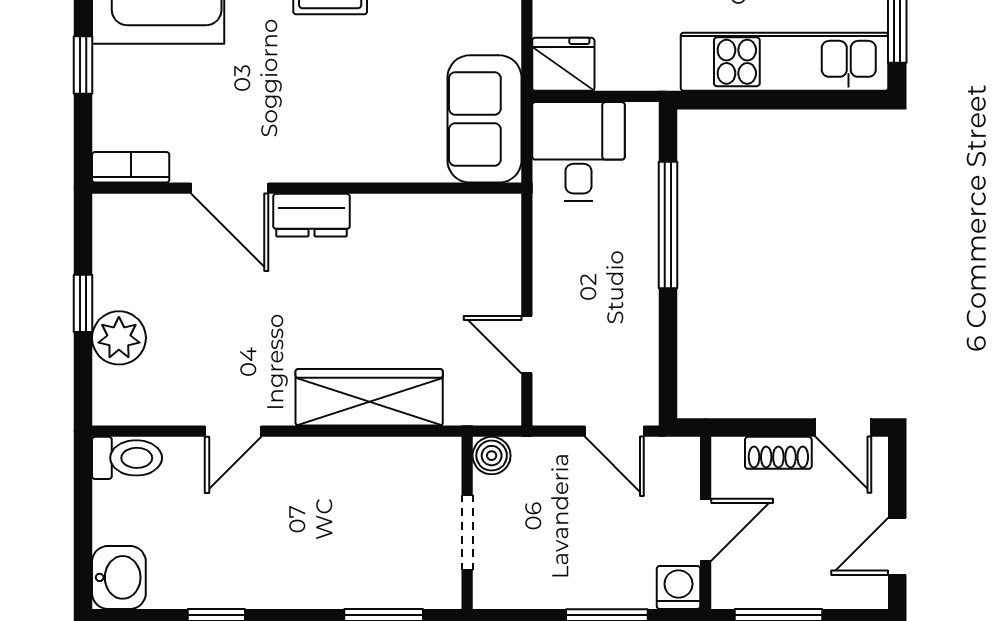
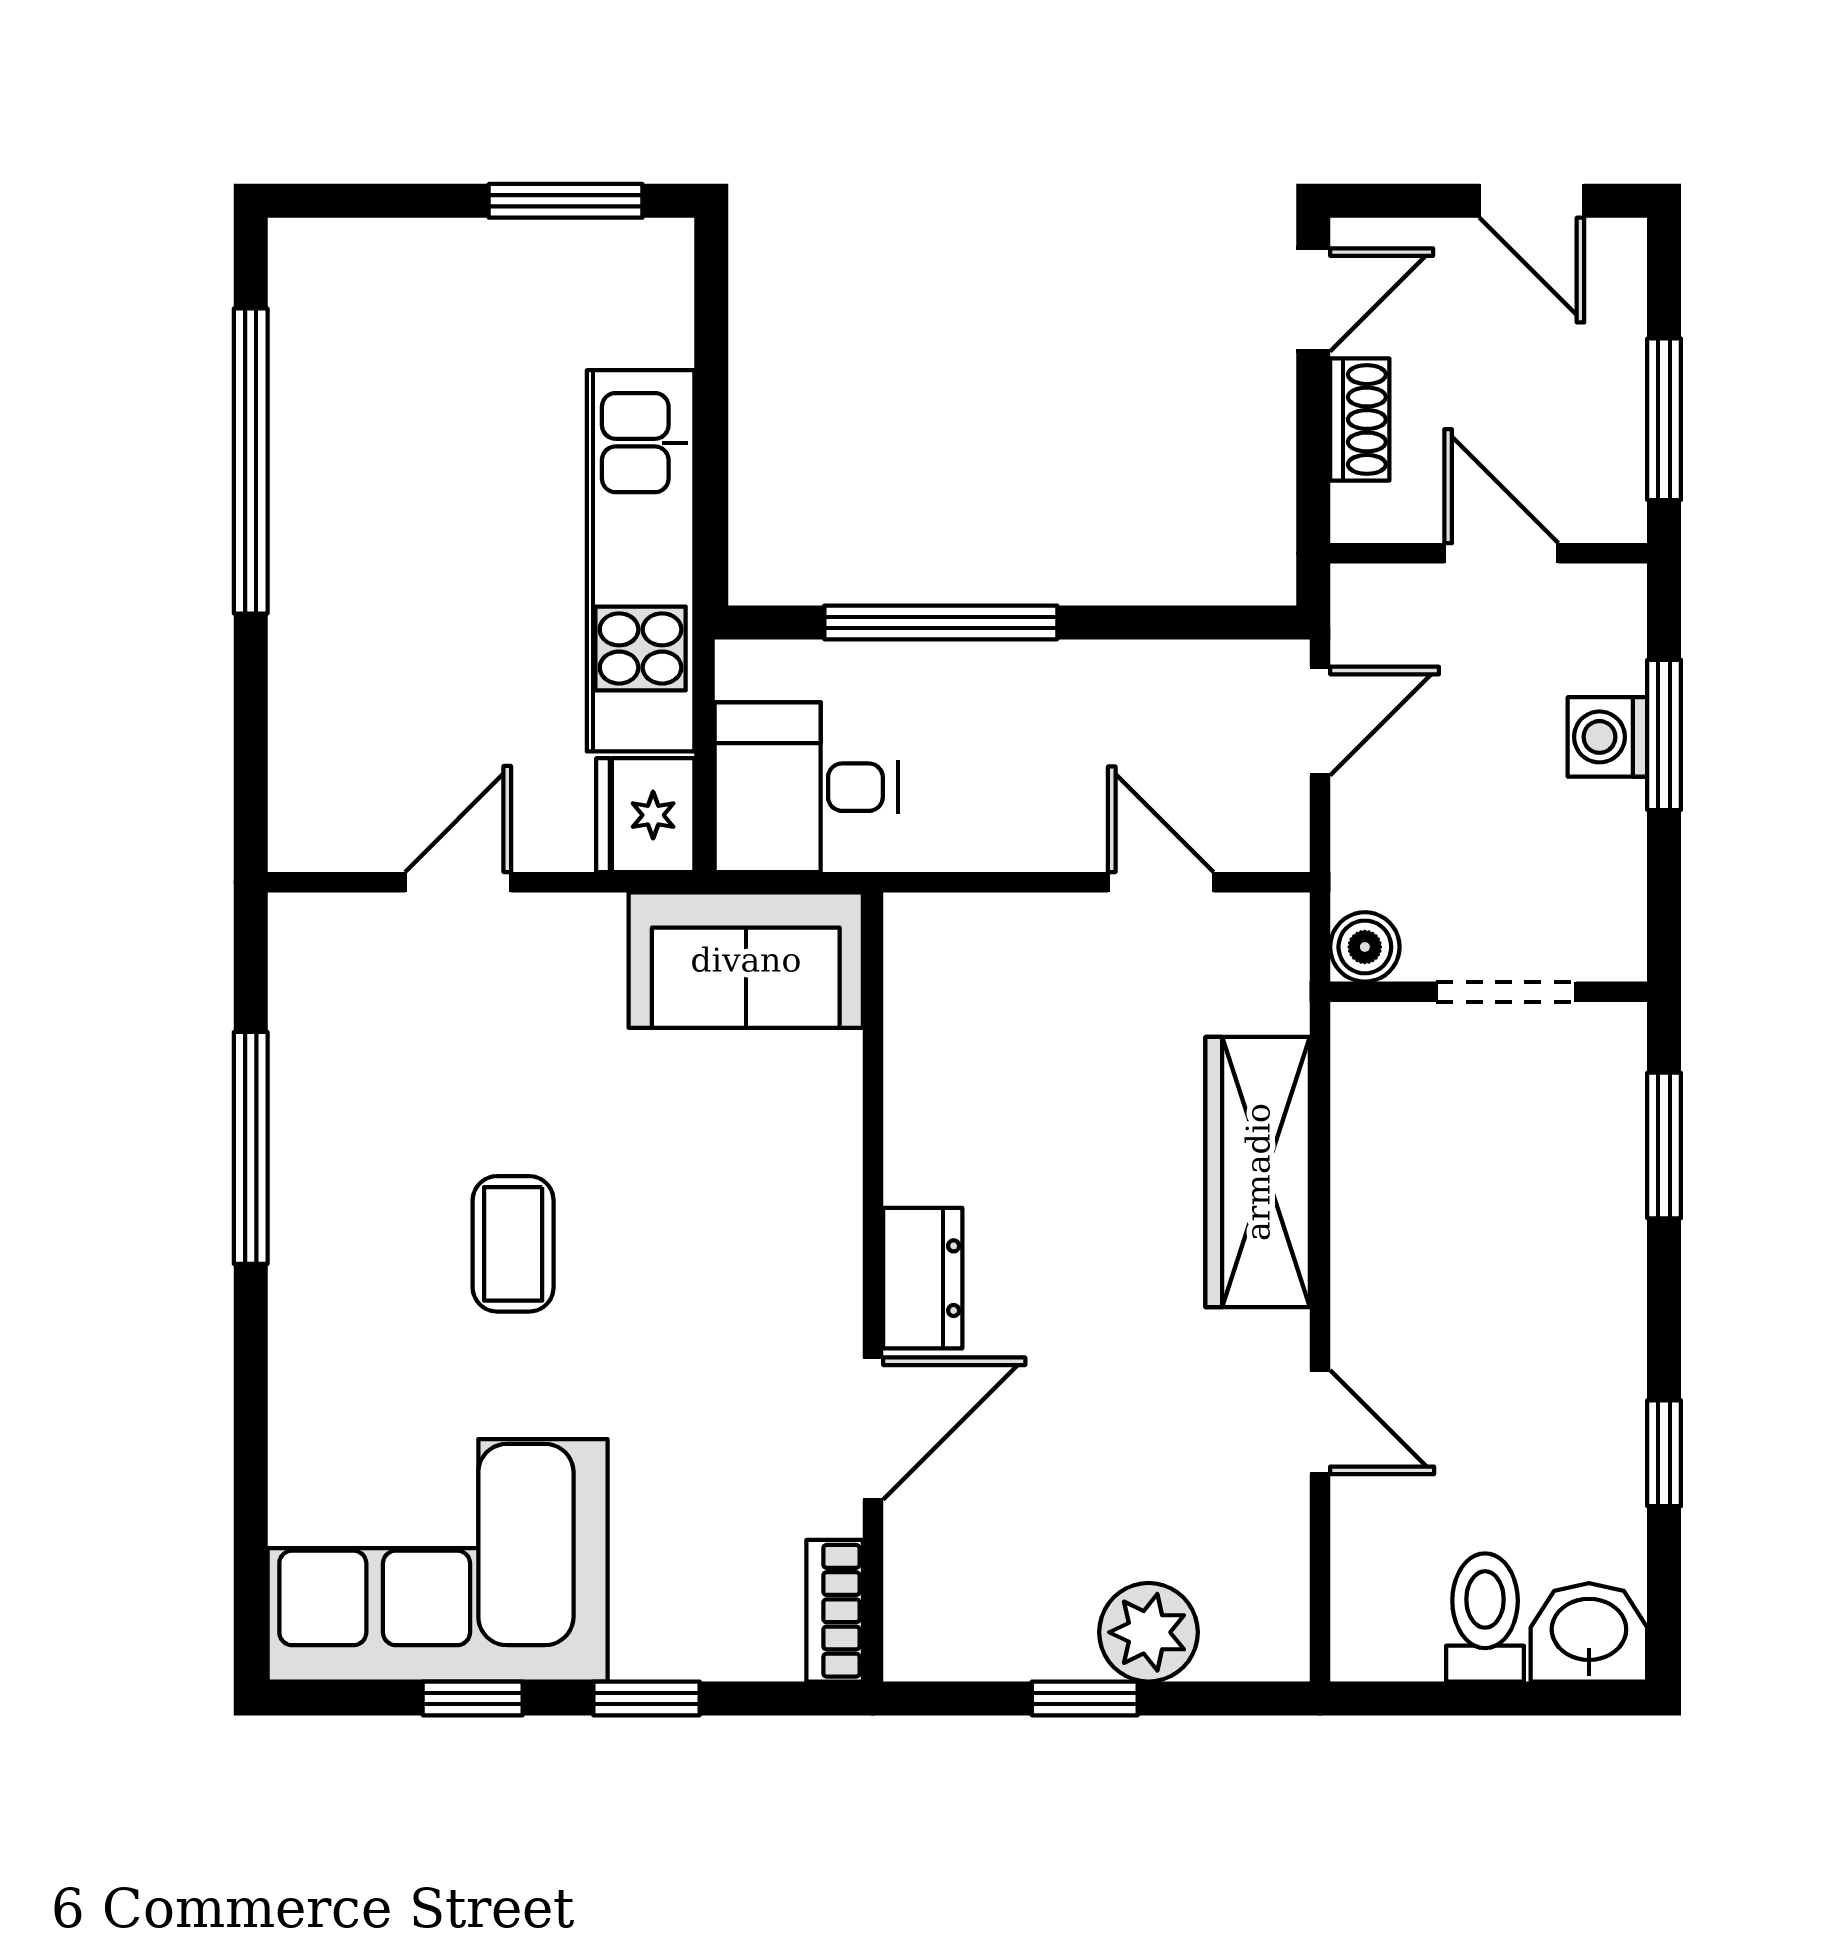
kitchen unit: (784, 62) -> (641, 561), moved
door: (527, 345) -> (1161, 882), swing flipped
toilet: (127, 458) -> (1485, 1617), moved
washing machine: (679, 587) -> (1607, 737), moved

